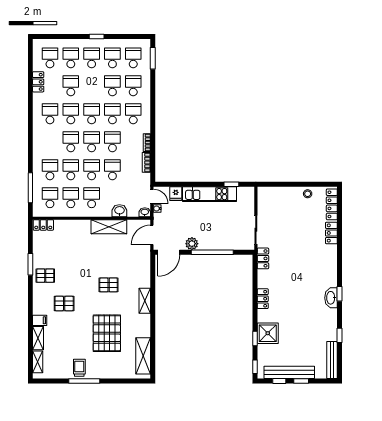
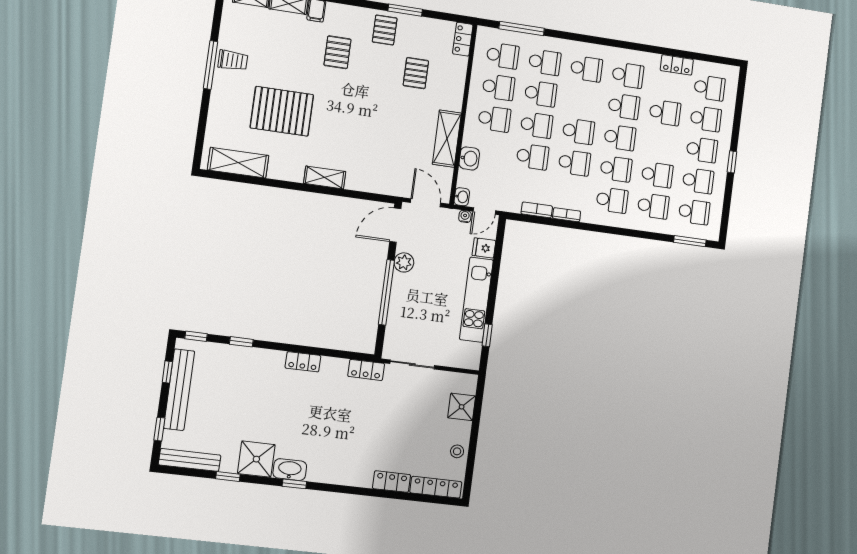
school desk: (71, 142) -> (586, 69), moved
shower: (279, 195) -> (462, 407), added
door: (169, 252) -> (395, 225), hinge flipped
pallet: (109, 285) -> (416, 73), moved
shower: (268, 333) -> (256, 459), moved
window: (301, 381) -> (159, 429), moved

